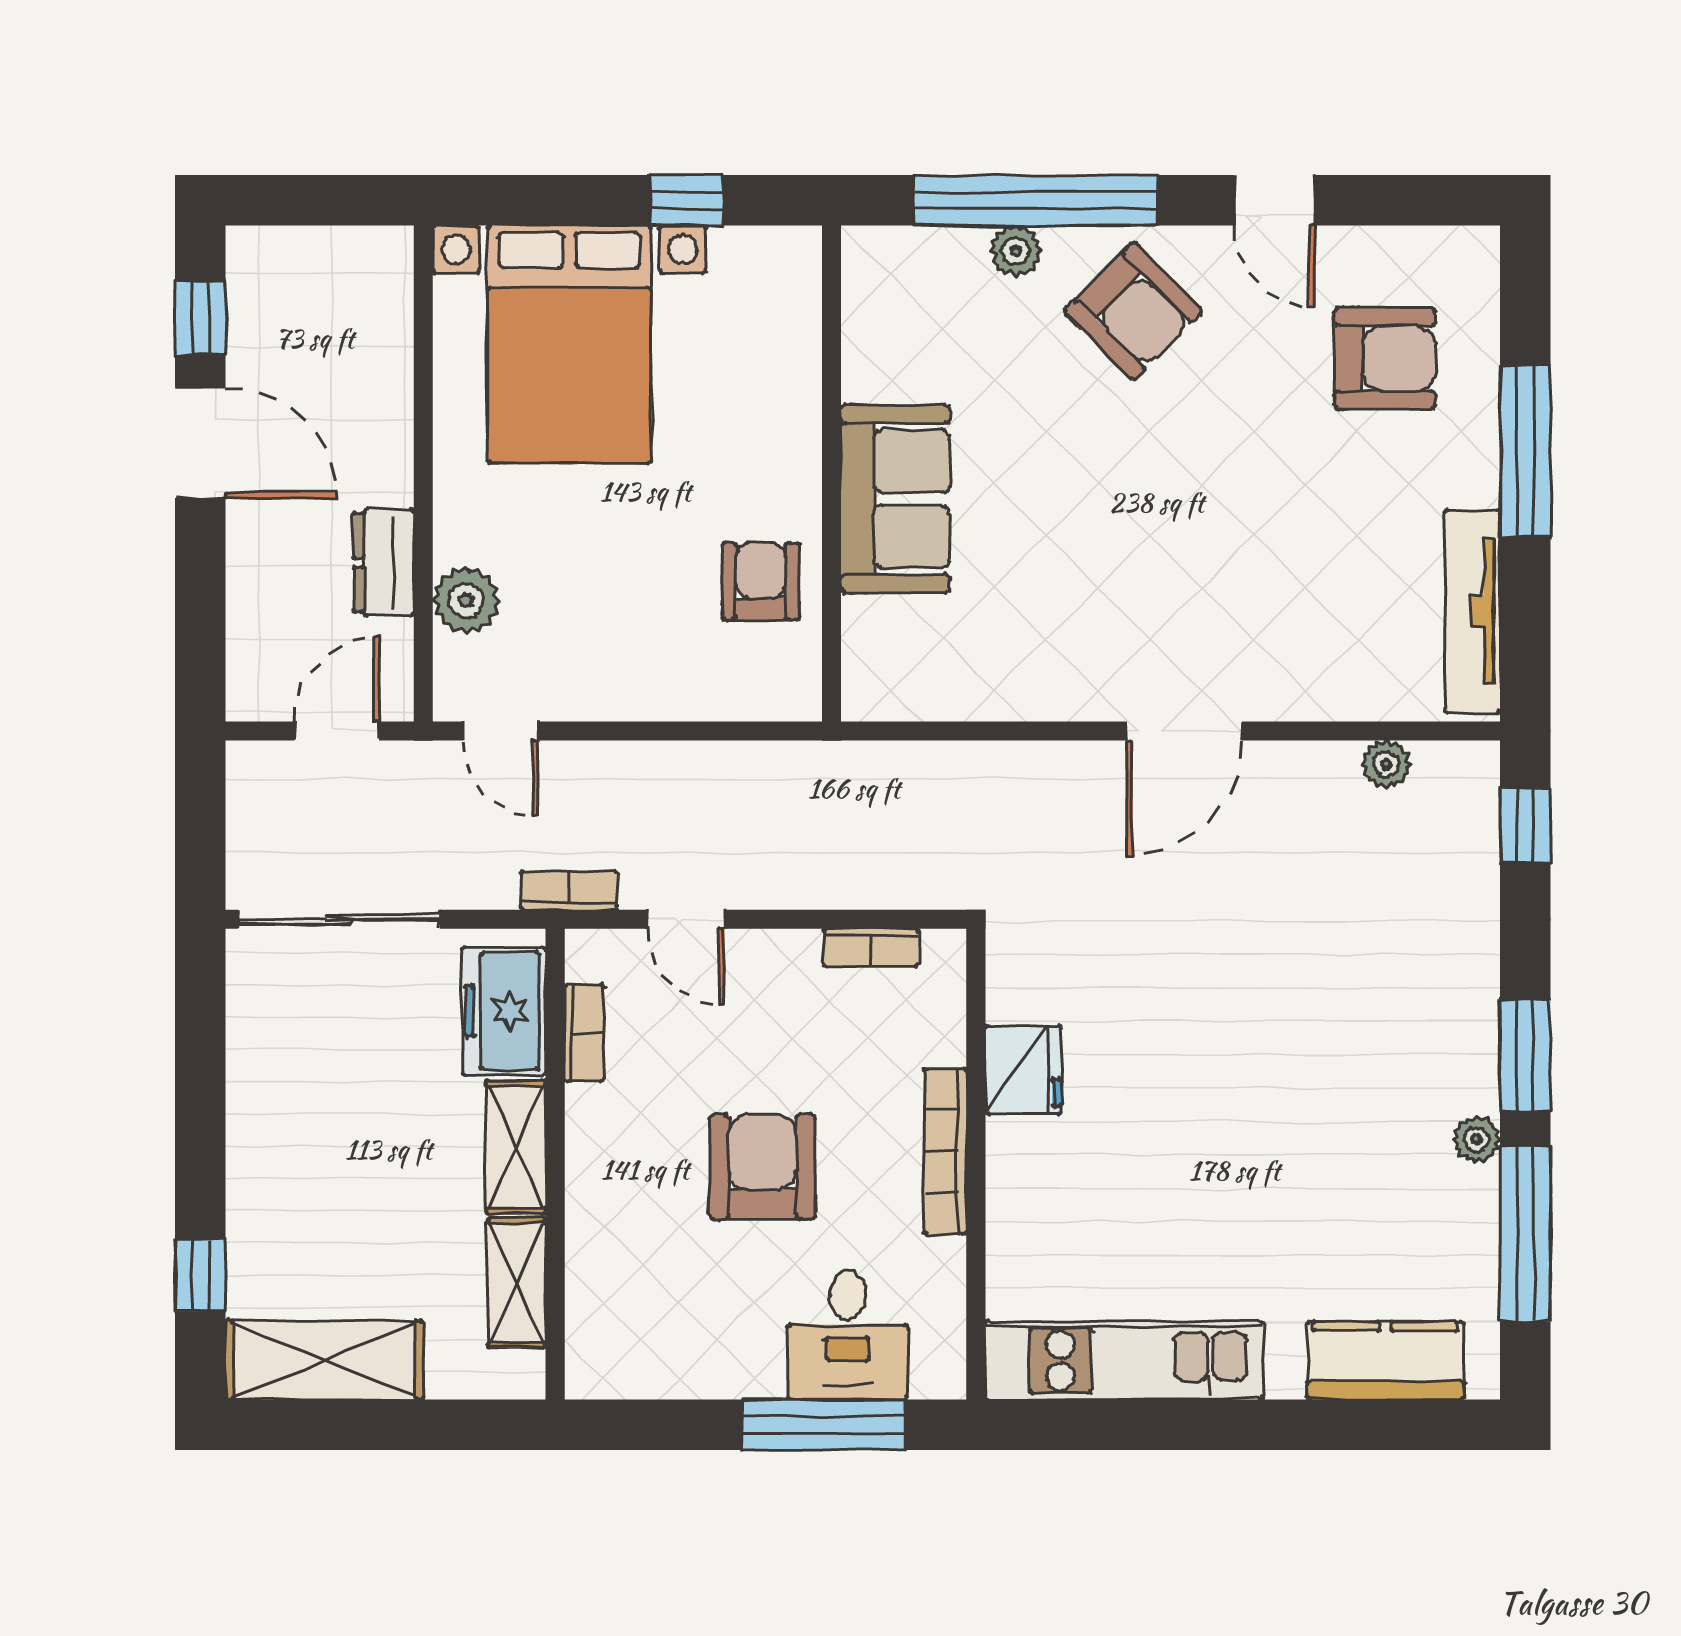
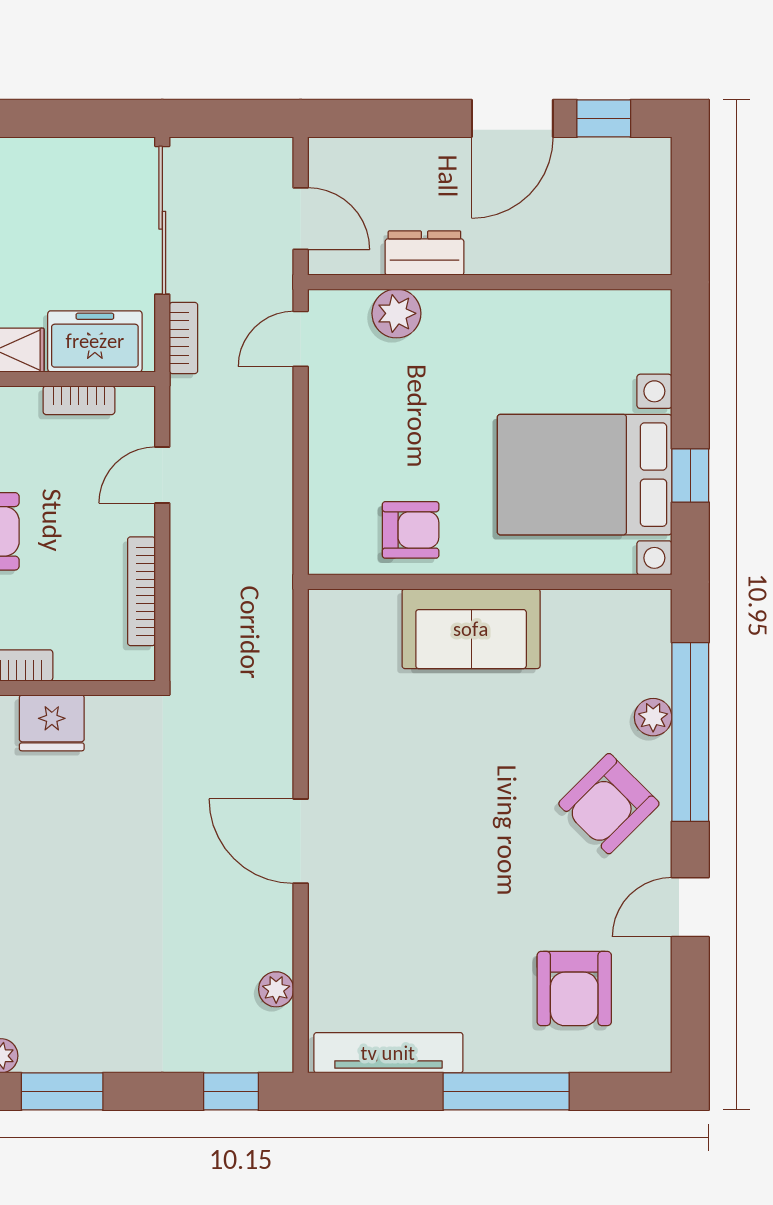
bed with nightstands: (569, 344) -> (585, 475), moved
bookcase: (569, 891) -> (183, 338), moved
bookcase: (871, 948) -> (141, 591), width x1.56

